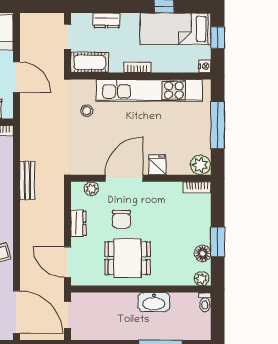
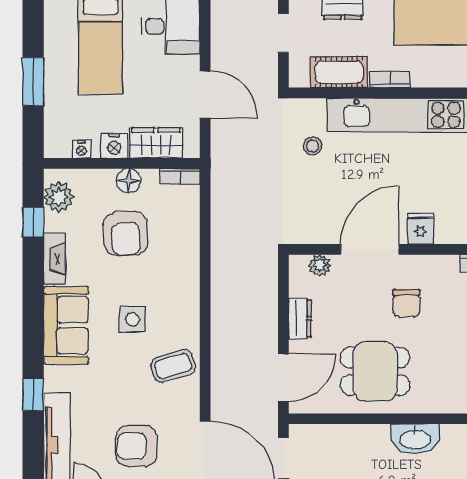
cot: (90, 62) -> (339, 72), moved
bench: (27, 180) -> (222, 252), removed
chair: (121, 219) -> (406, 303), moved
door: (68, 262) -> (283, 378), swing flipped

